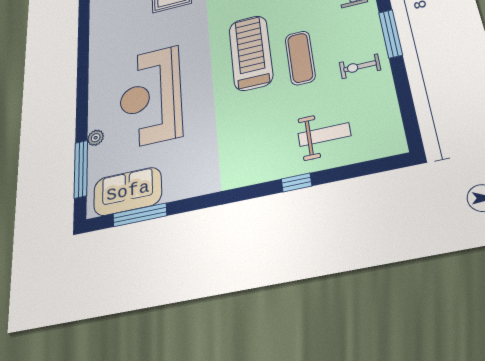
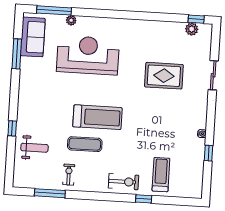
window: (391, 34) -> (50, 193), moved
weight bench: (324, 135) -> (34, 148), turned -90
window: (140, 215) -> (17, 54), moved

